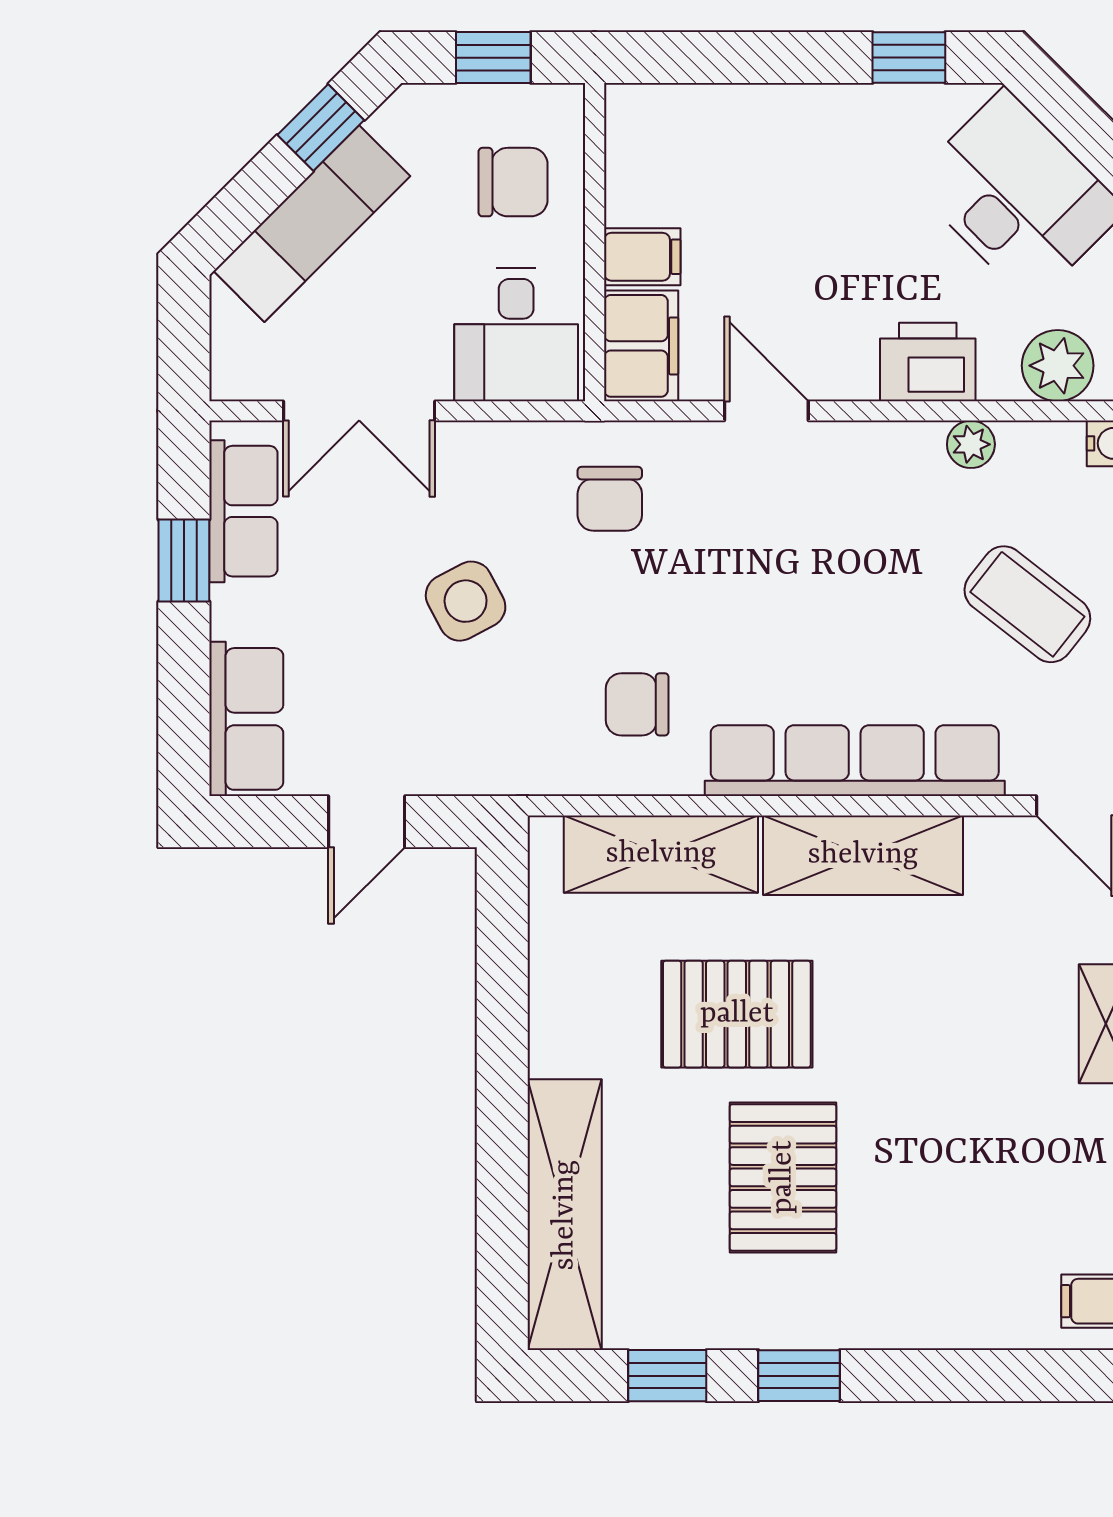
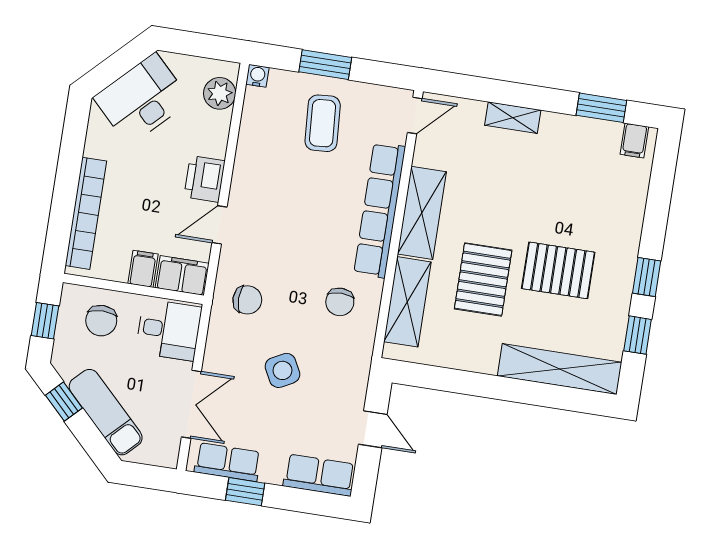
window: (909, 58) -> (74, 138), removed
bookcase: (746, 111) -> (86, 213), added
chair: (513, 182) -> (101, 321), turned 180
printer: (928, 362) -> (205, 179), moved
plant: (971, 444) -> (248, 137), removed
coffee table: (1027, 604) -> (323, 123), turned -42

